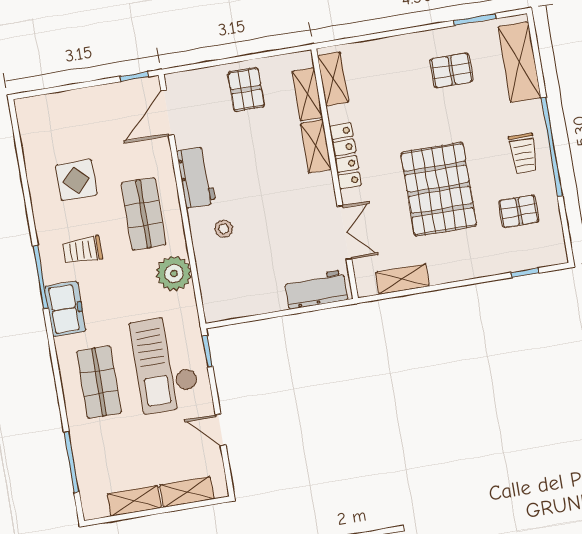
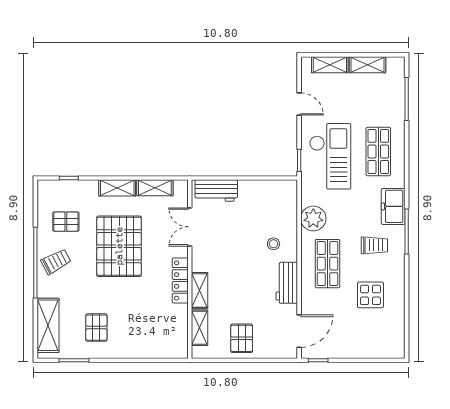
pallet: (451, 70) -> (96, 328), turned 90
shelving: (333, 79) -> (117, 188), moved, turned 90
trolley: (523, 153) -> (56, 262), turned 62

